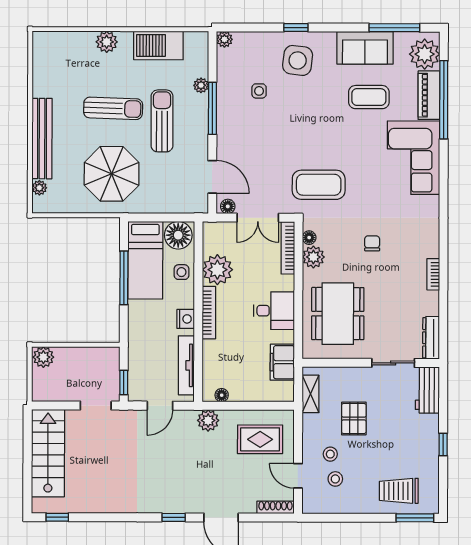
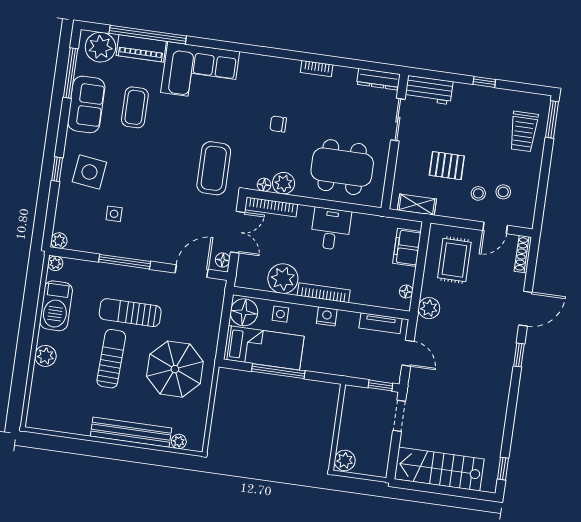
plant: (201, 85) -> (55, 263), moved
filing cabinet: (282, 362) -> (407, 247), moved, turned 90
tv unit: (186, 365) -> (381, 323), width x0.71

